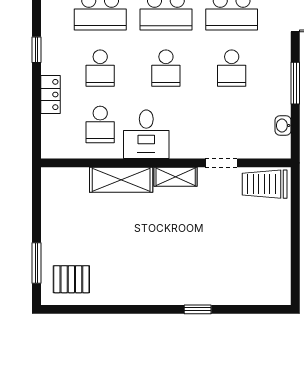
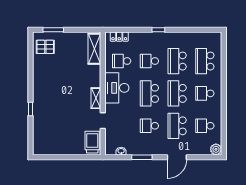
school desk: (166, 68) -> (149, 93), width x1.85
locker: (50, 95) -> (119, 37), moved
desk: (146, 134) -> (117, 88), width x1.37
shelving: (121, 180) -> (94, 49), moved
pallet: (71, 279) -> (45, 47), turned 90

